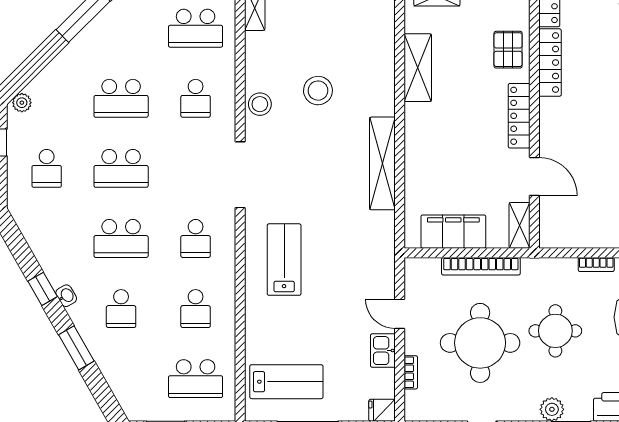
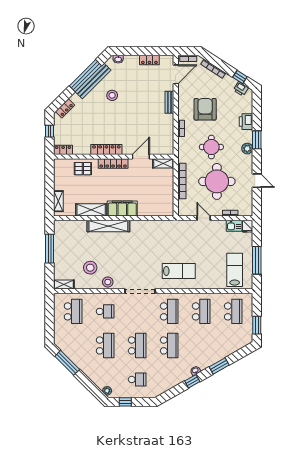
locker: (550, 63) -> (106, 149), moved
stool: (318, 91) -> (90, 268), moved
shelving: (382, 163) -> (108, 226), moved
filing cabinet: (453, 232) -> (122, 208), moved, turned 90
school desk: (196, 238) -> (169, 311), width x1.85
lab bench: (284, 260) -> (179, 271), turned 180
school desk: (121, 309) -> (201, 345), removed
school desk: (196, 309) -> (201, 311), width x1.85
door: (400, 314) -> (204, 218), swing flipped
kitchen sink: (383, 351) -> (234, 226), moved

